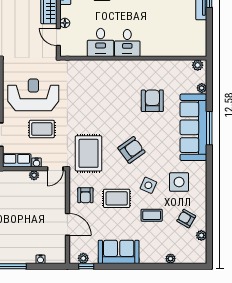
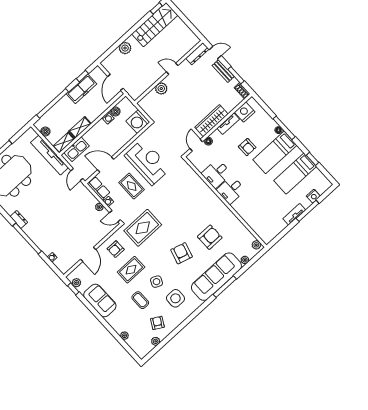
armchair: (131, 150) -> (181, 253), moved, turned -128
rug: (117, 198) -> (131, 270), turned 90

